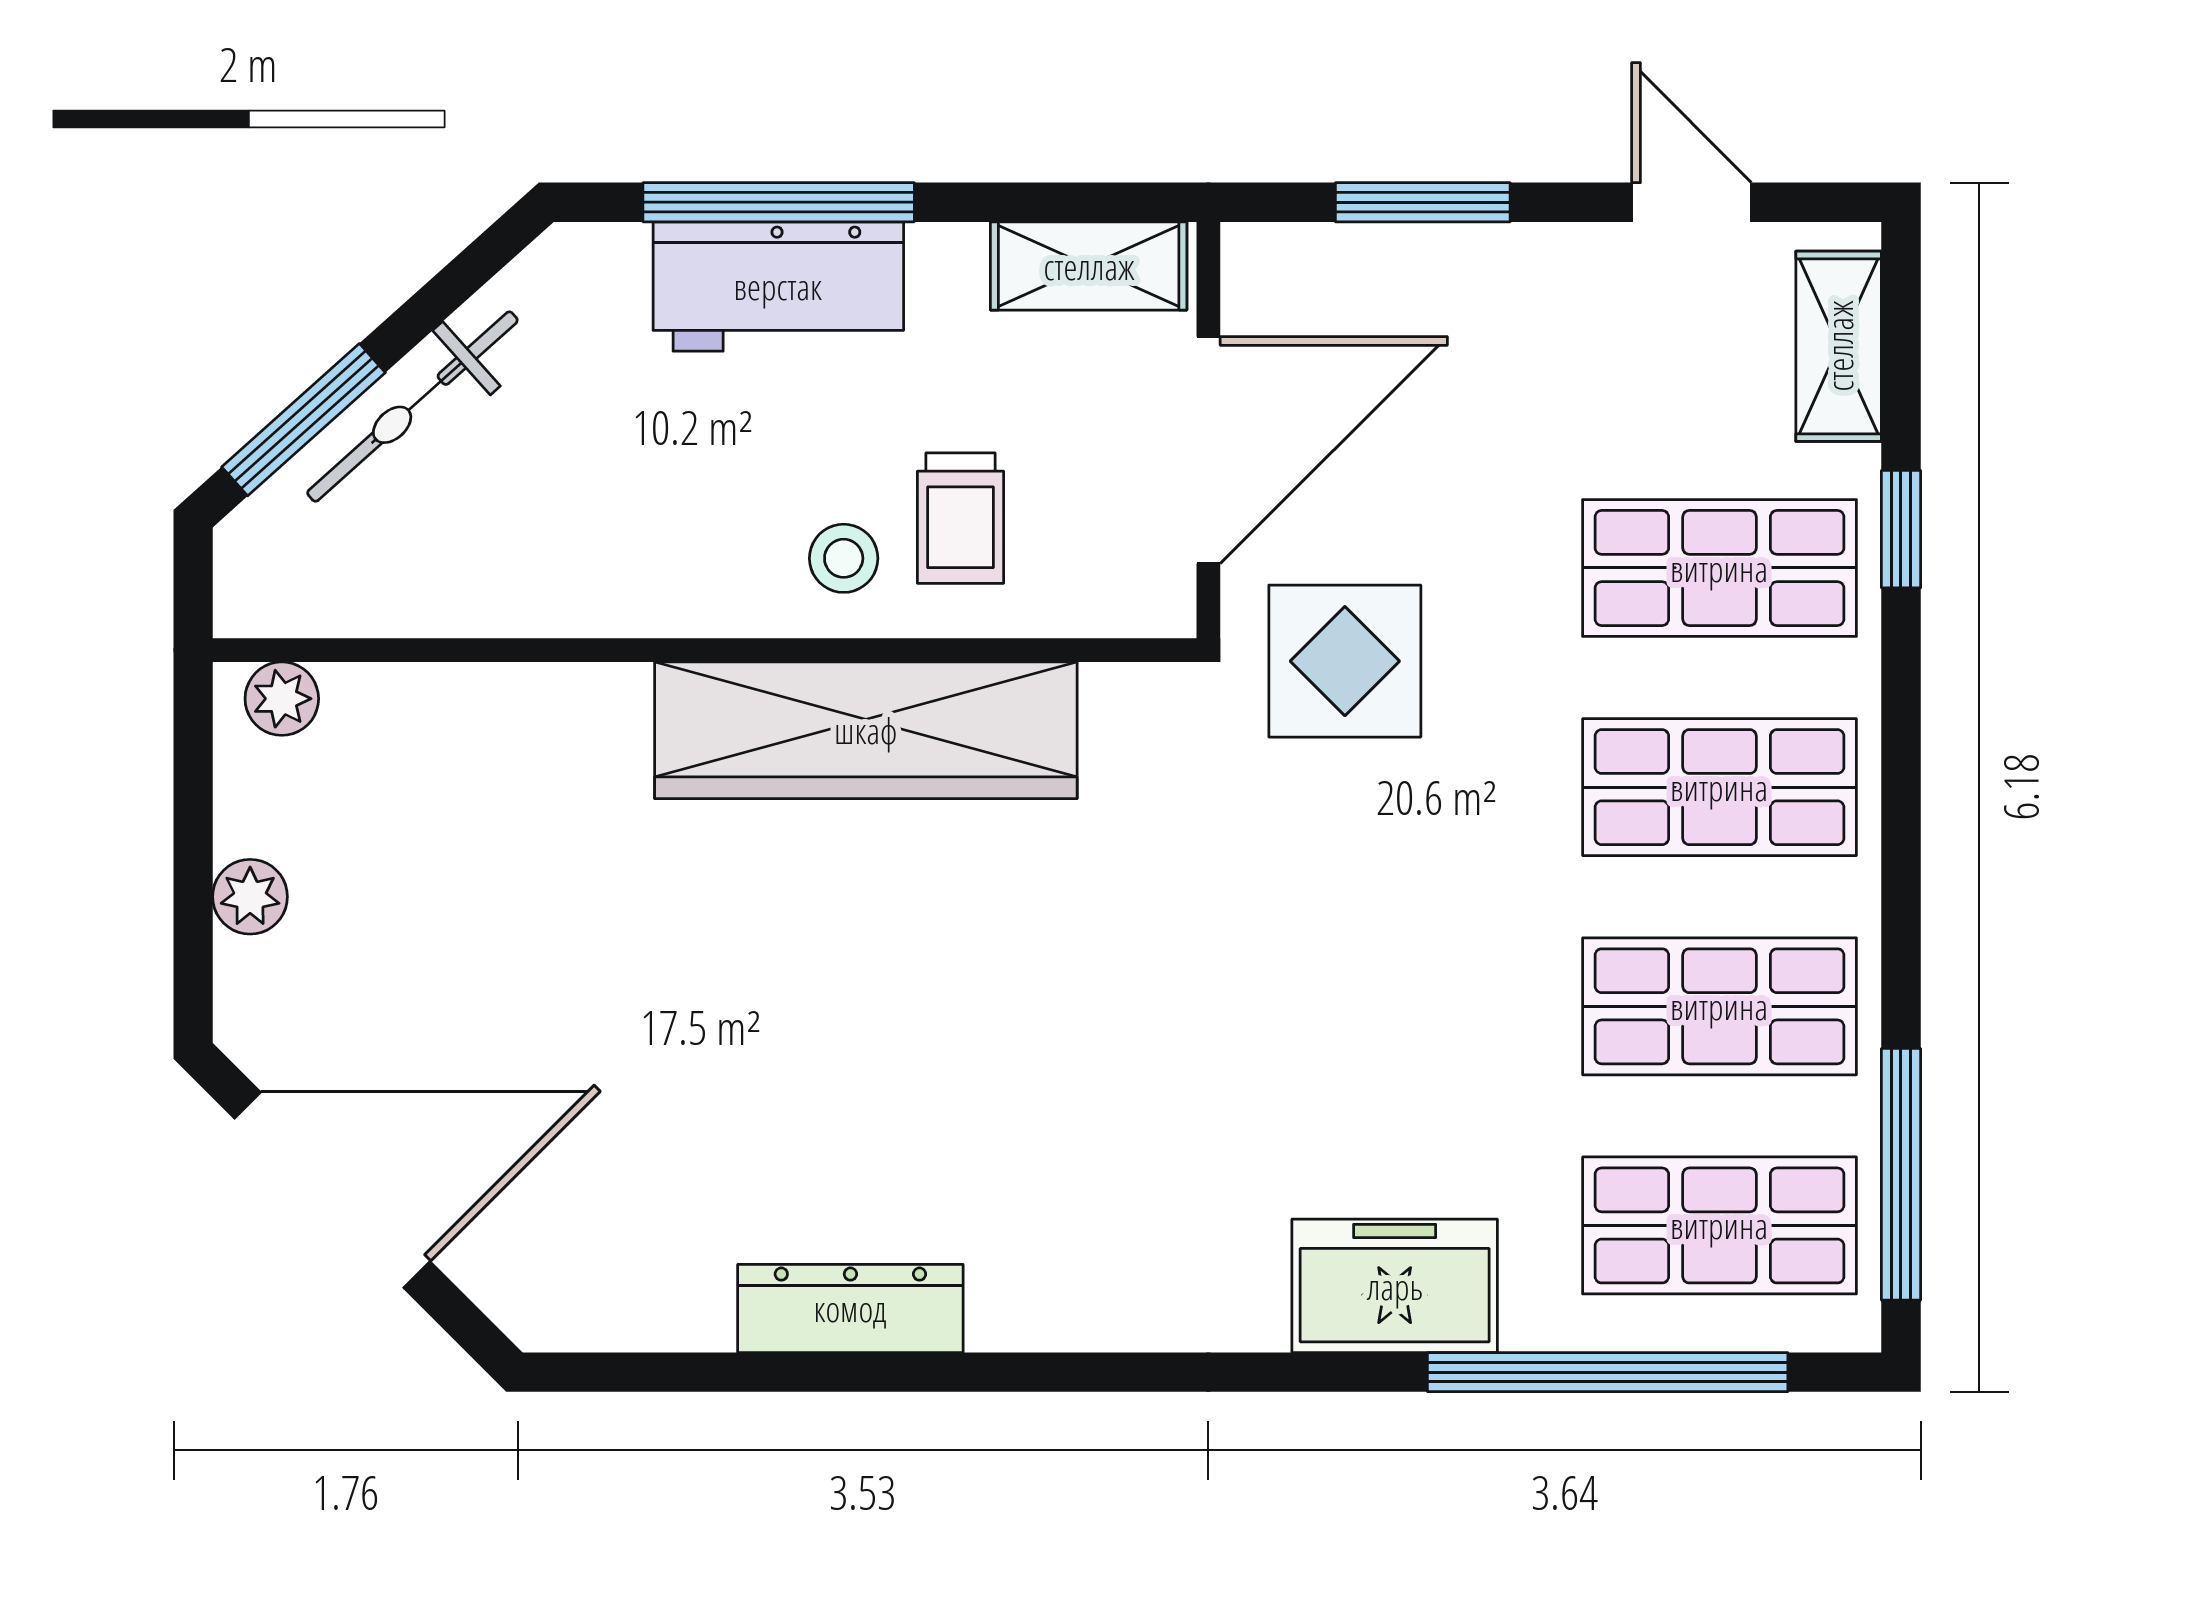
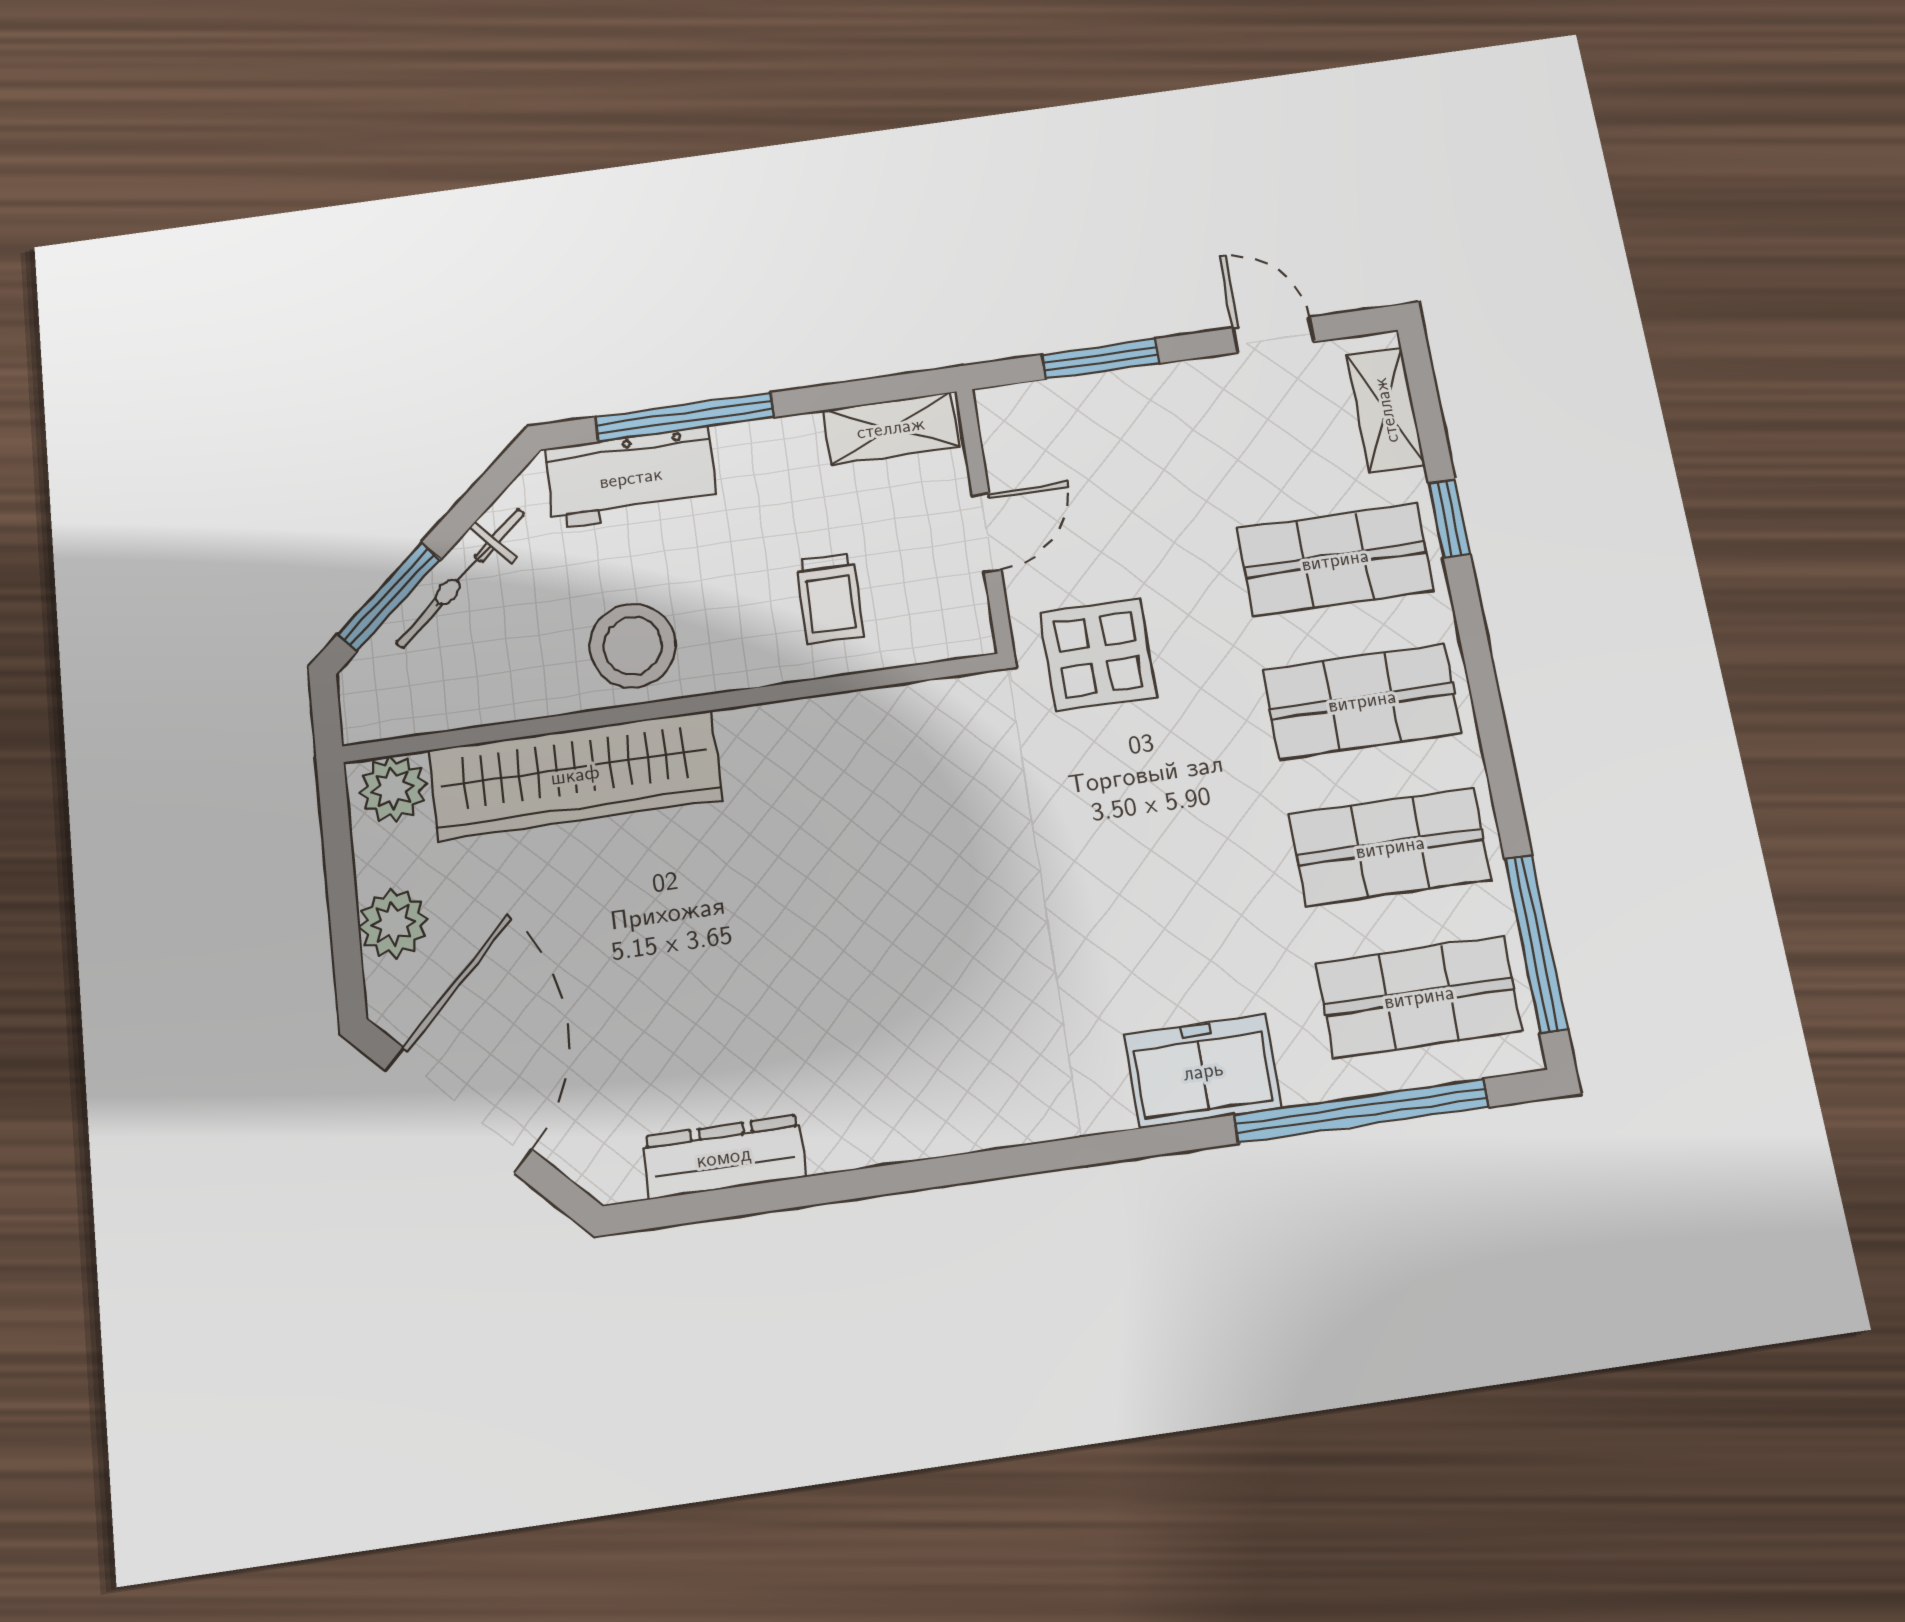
workbench: (778, 286) -> (631, 478), moved
door: (1208, 450) -> (987, 532), width x0.53
stool: (844, 558) -> (633, 646), moved, width x1.89, depth x1.89
plant: (282, 699) -> (393, 789), width x1.38, depth x1.38
wardrobe: (866, 730) -> (575, 775), moved
plant: (250, 897) -> (393, 923), width x1.38, depth x1.38
door: (332, 1190) -> (458, 1110), hinge flipped
dresser: (850, 1308) -> (724, 1157), moved

